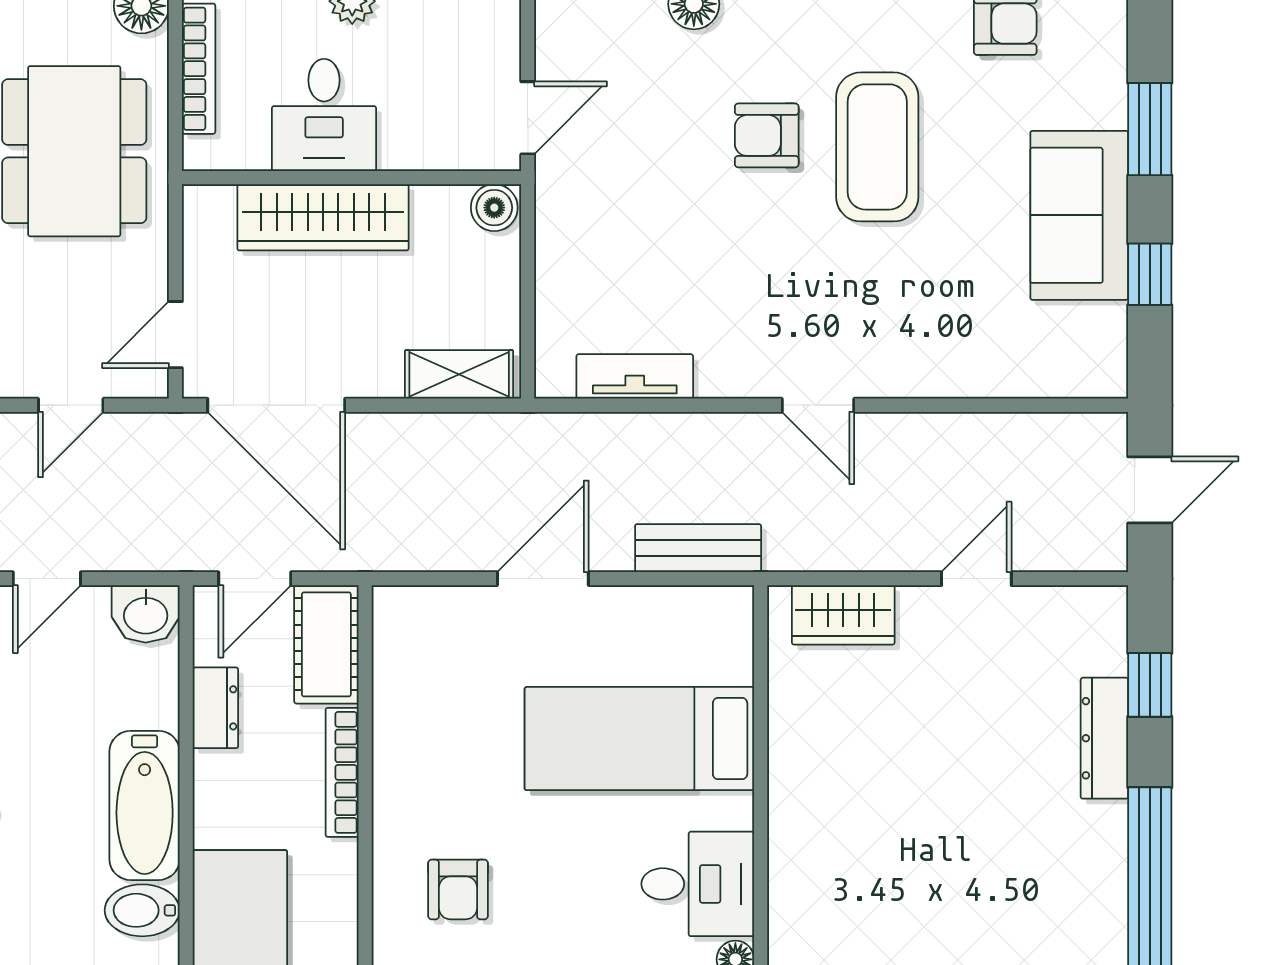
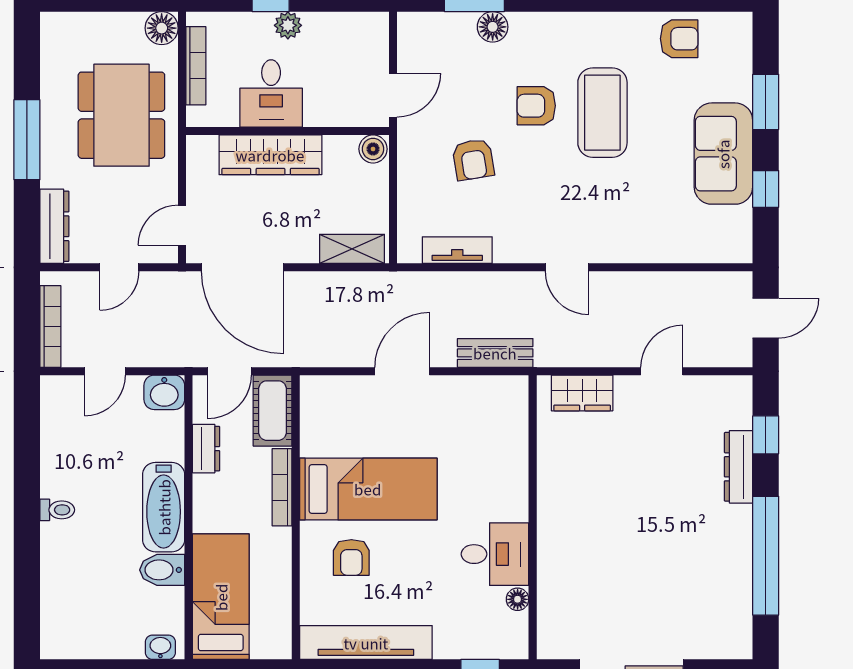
armchair: (662, 225) -> (473, 160), added
bed: (639, 739) -> (368, 489), moved, turned 180

